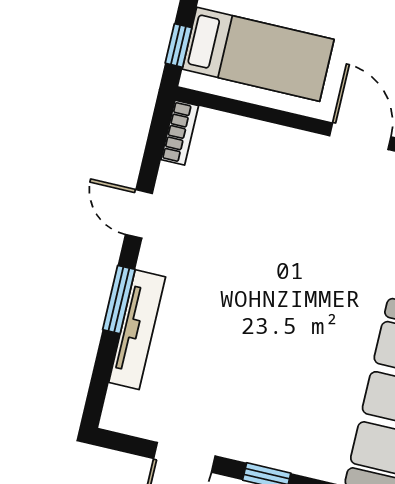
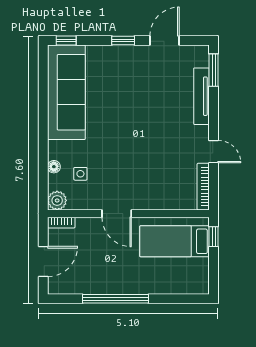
bookcase: (180, 133) -> (203, 187), width x1.56
window: (119, 300) -> (214, 70), moved

